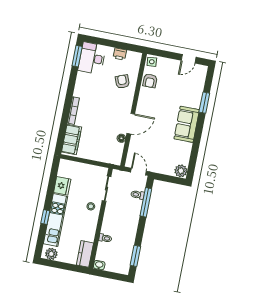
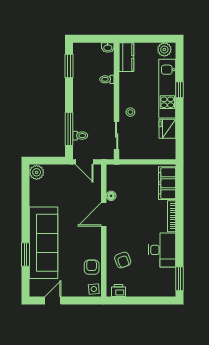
printer: (120, 54) -> (119, 291), moved
desk: (92, 58) -> (162, 250), moved
sofa: (187, 124) -> (43, 243), width x1.85, depth x1.27

